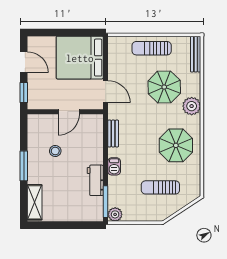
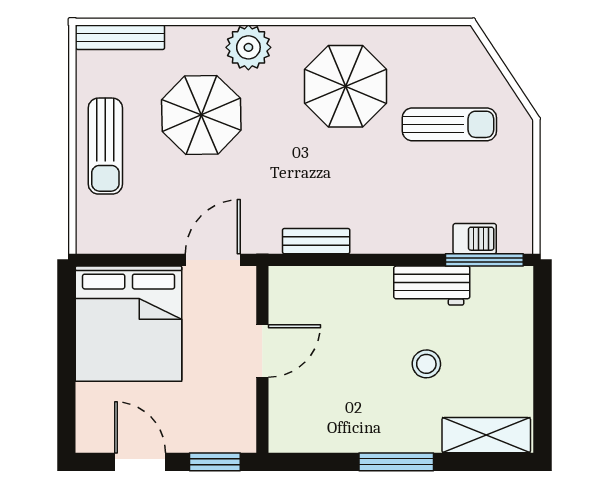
door: (24, 62) -> (140, 462), hinge flipped
door: (69, 112) -> (262, 351), hinge flipped
stool: (55, 151) -> (426, 364), moved
barbecue: (114, 166) -> (475, 239), moved
sun lounger: (160, 187) -> (449, 124), turned -90
plant: (115, 214) -> (516, 236), removed

